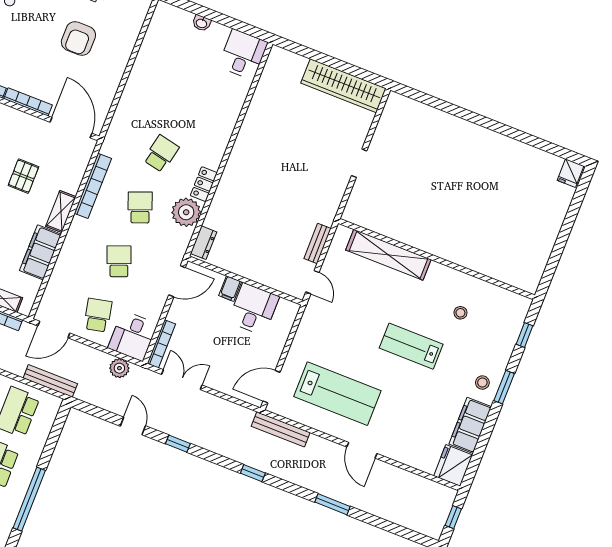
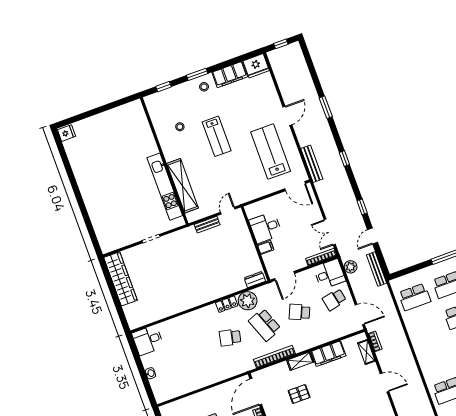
school desk: (140, 207) -> (265, 325), width x1.85
kitchen unit: (406, 233) -> (165, 187), added
school desk: (119, 261) -> (300, 312), turned 45
door: (177, 281) -> (285, 276), swing flipped
bench: (50, 381) -> (377, 269), moved

